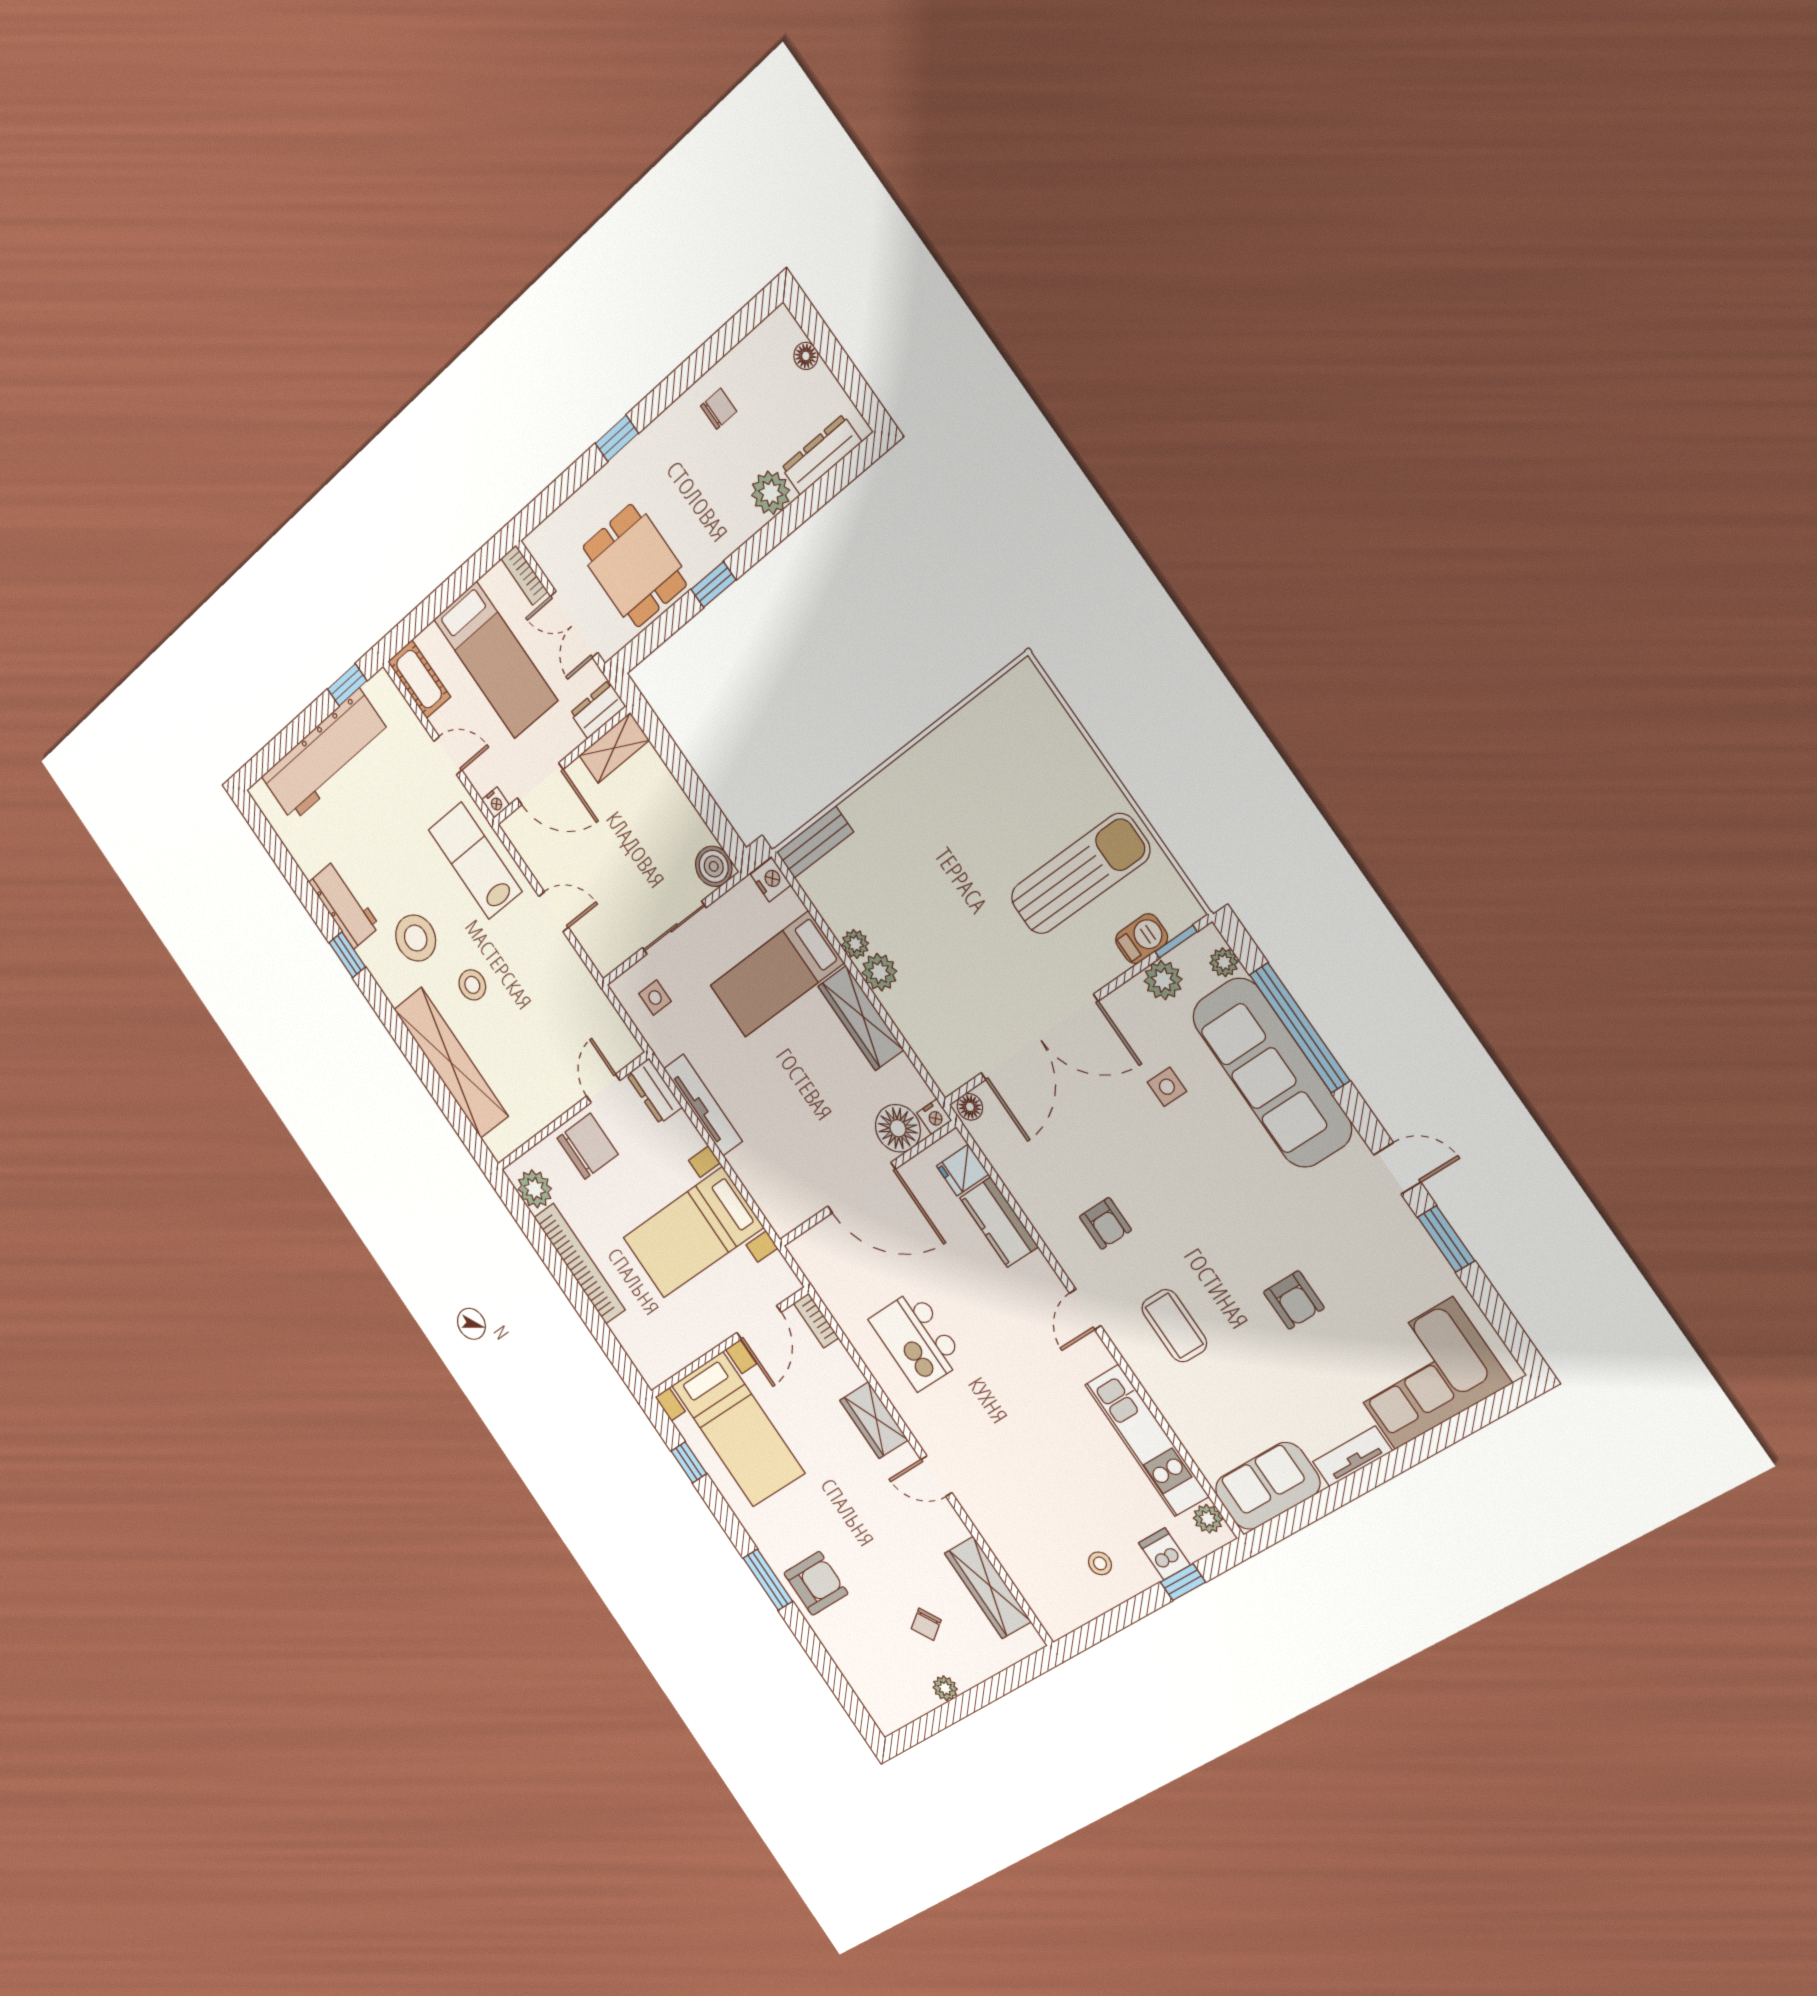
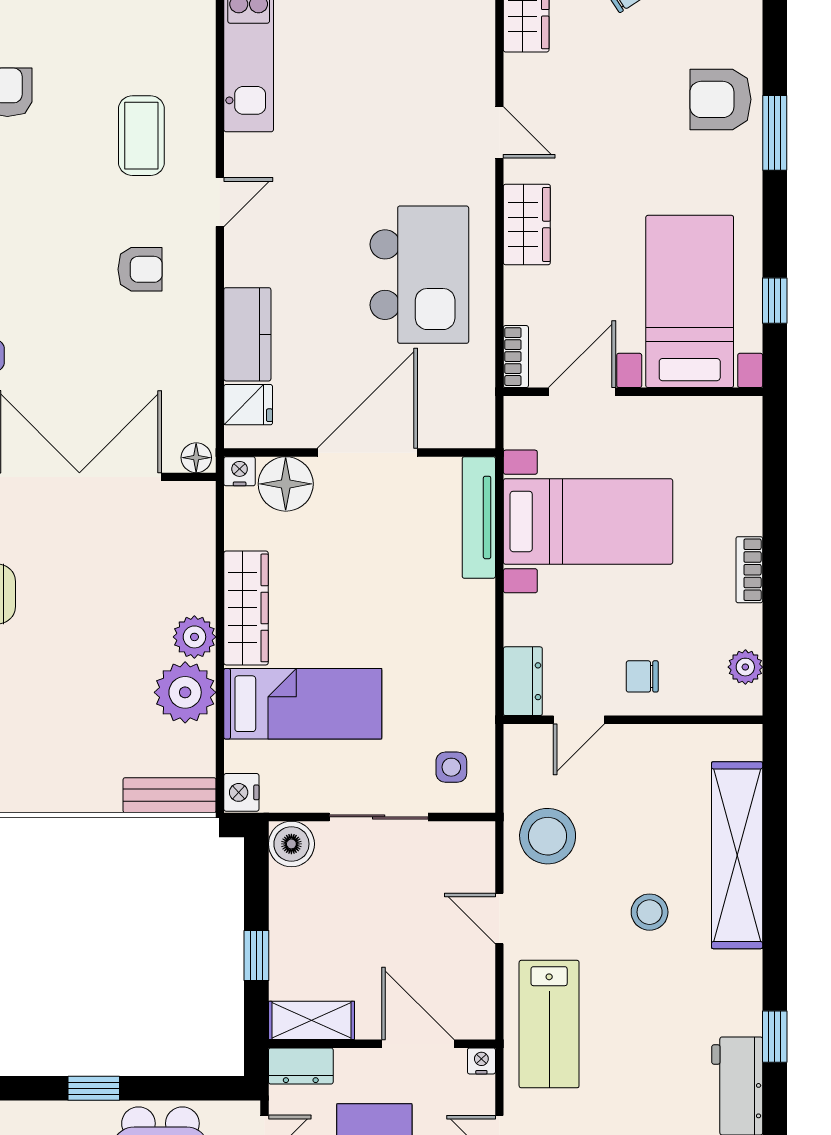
window: (680, 768) -> (256, 955), added
stool: (416, 938) -> (548, 836), moved
plant: (855, 944) -> (185, 692), width x1.88, depth x1.88
tv unit: (703, 1105) -> (479, 517), moved
chair: (588, 1146) -> (642, 676), width x0.54, depth x0.54
door: (861, 1188) -> (367, 453), hinge flipped
plant: (535, 1189) -> (745, 667), width x0.73, depth x0.73
armchair: (1105, 1223) -> (140, 269), turned 90
bookcase: (580, 1263) -> (749, 570), width x0.43, depth x0.76
kitchen island: (917, 1340) -> (419, 275), width x1.37, depth x1.28

